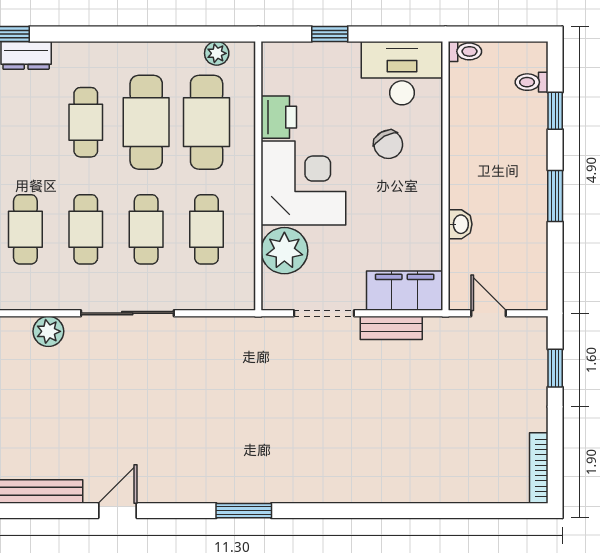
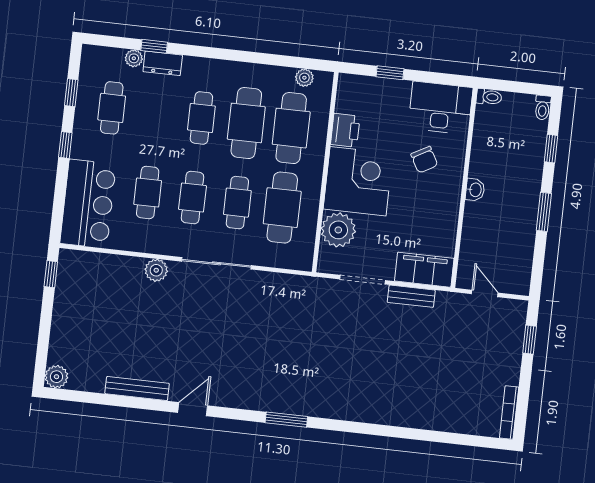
toilet: (532, 82) -> (543, 108), moved, turned -90
washbasin: (460, 224) -> (475, 190), moved
cafe table: (207, 229) -> (282, 208), width x1.37, depth x1.35

